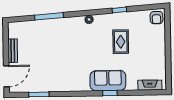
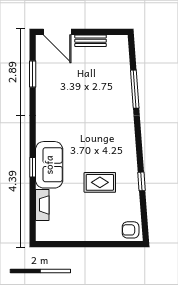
plant: (89, 19) -> (130, 141), removed
fireplace: (150, 85) -> (42, 205), moved

